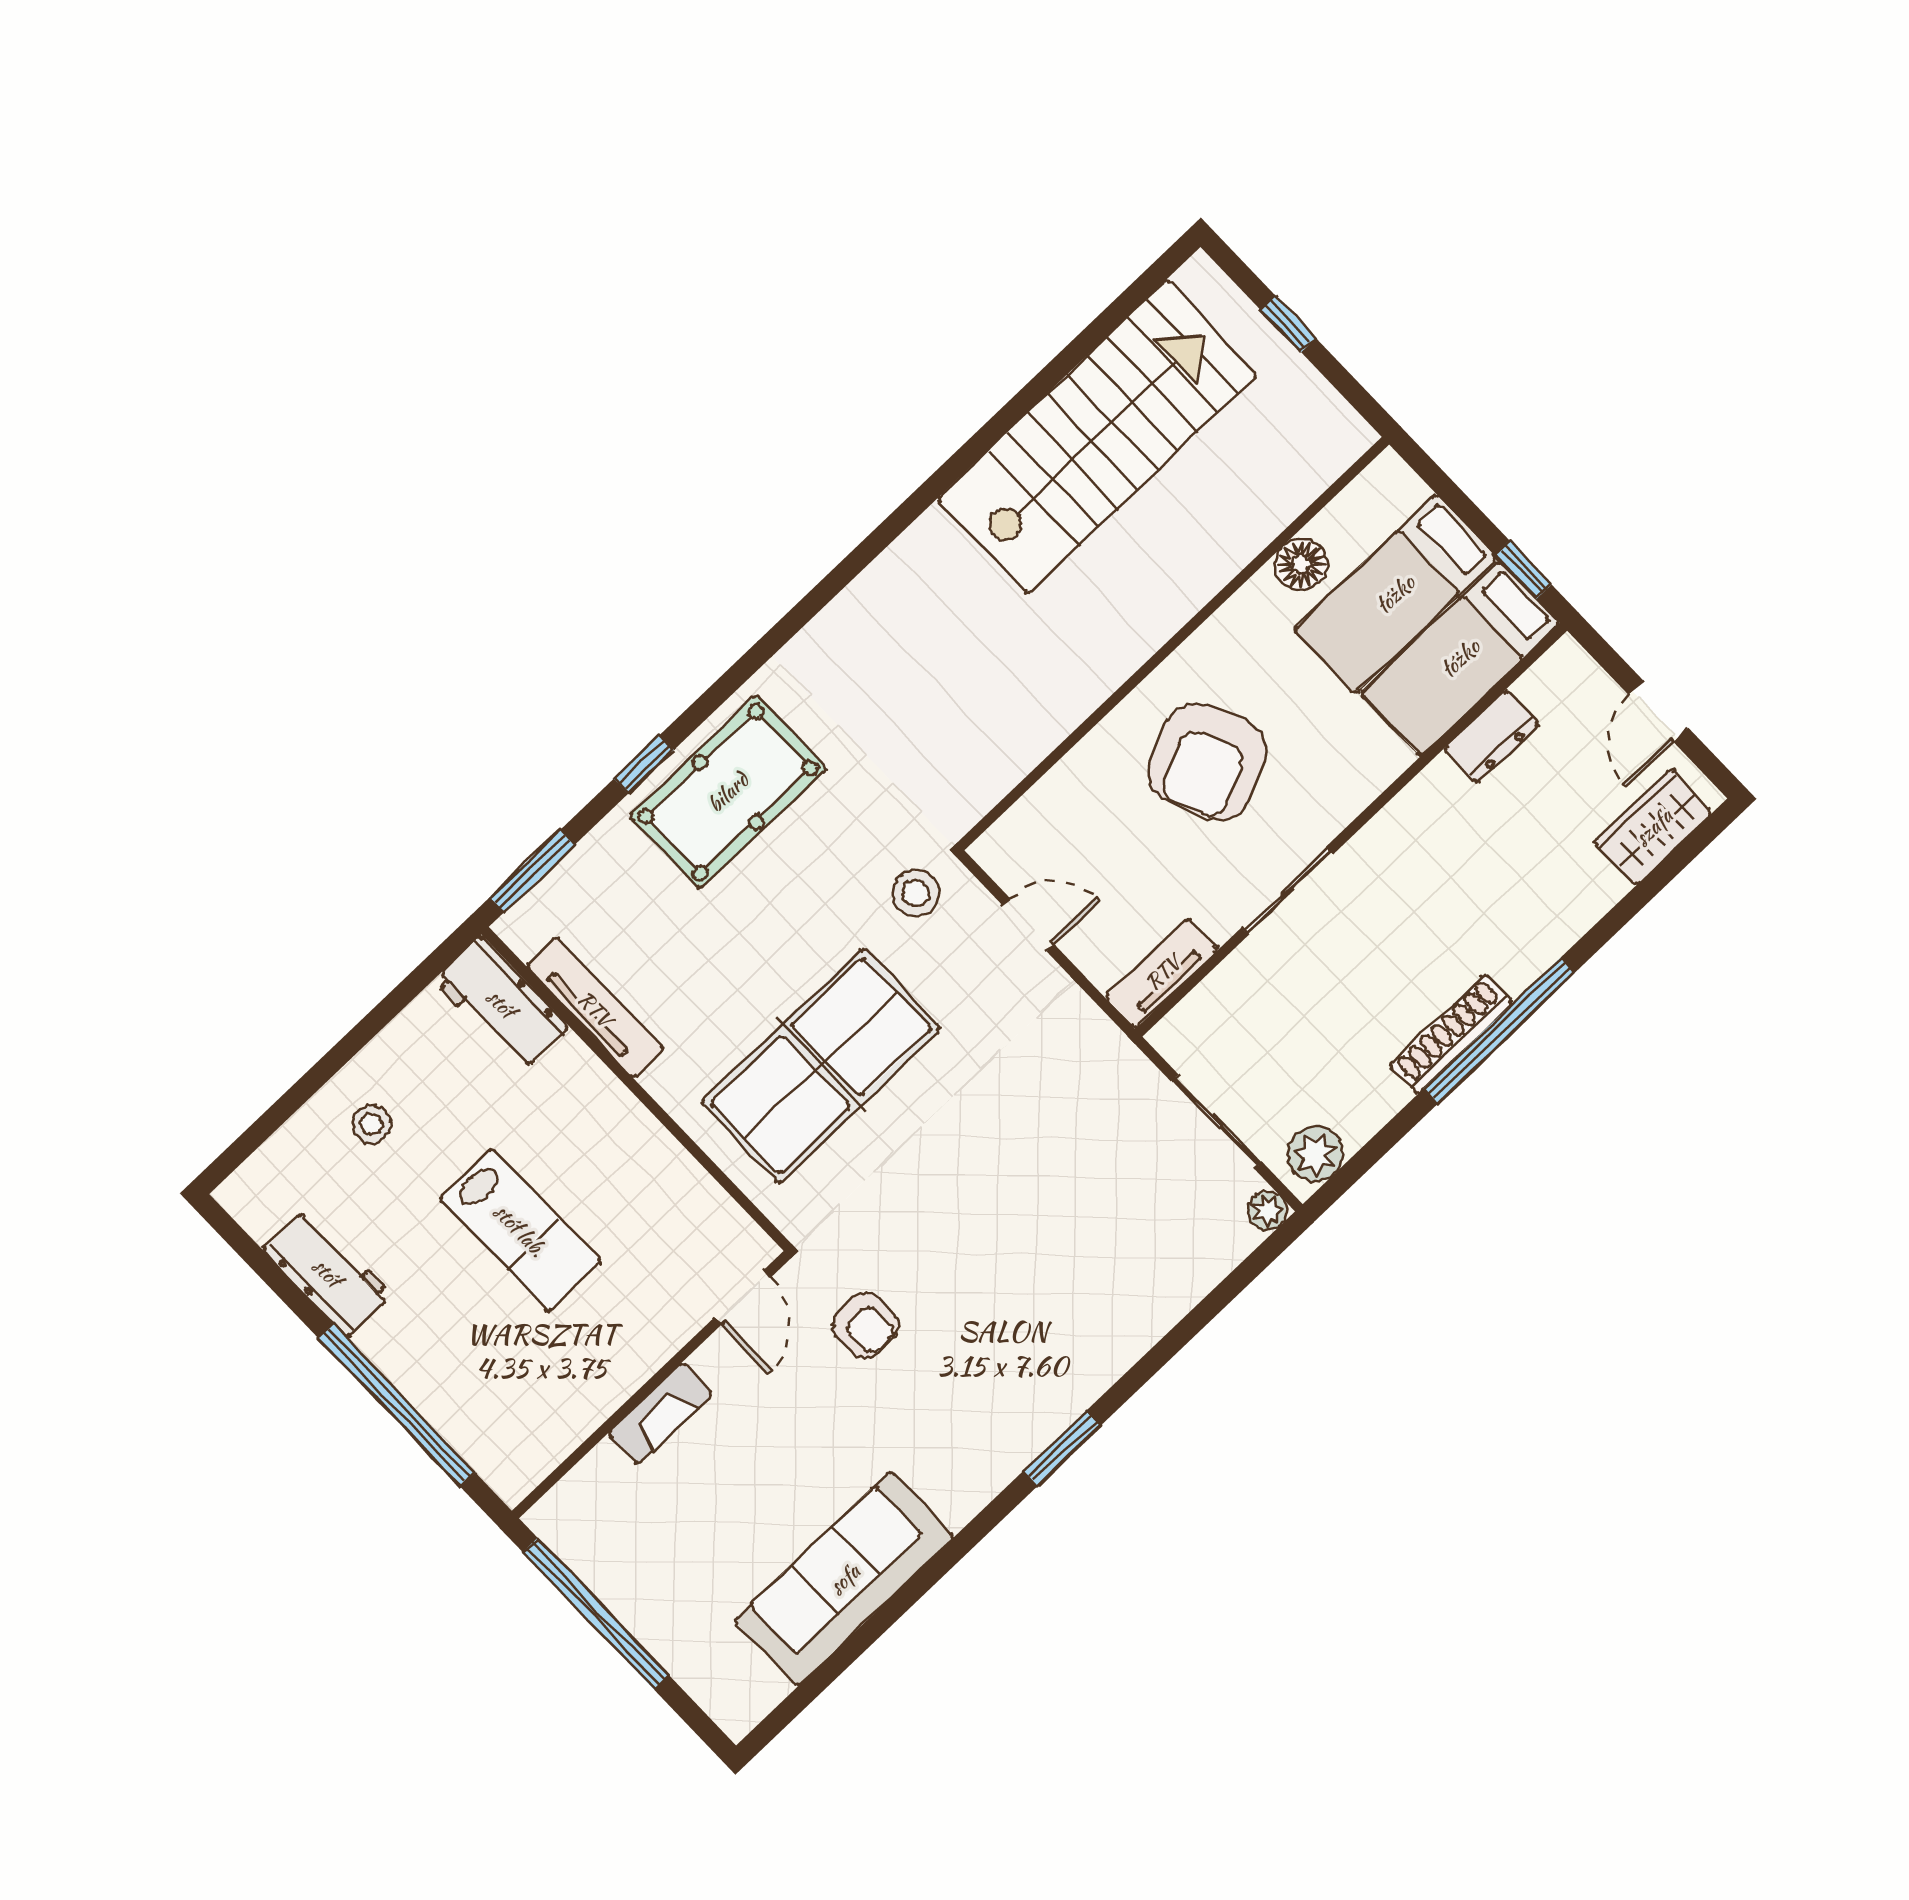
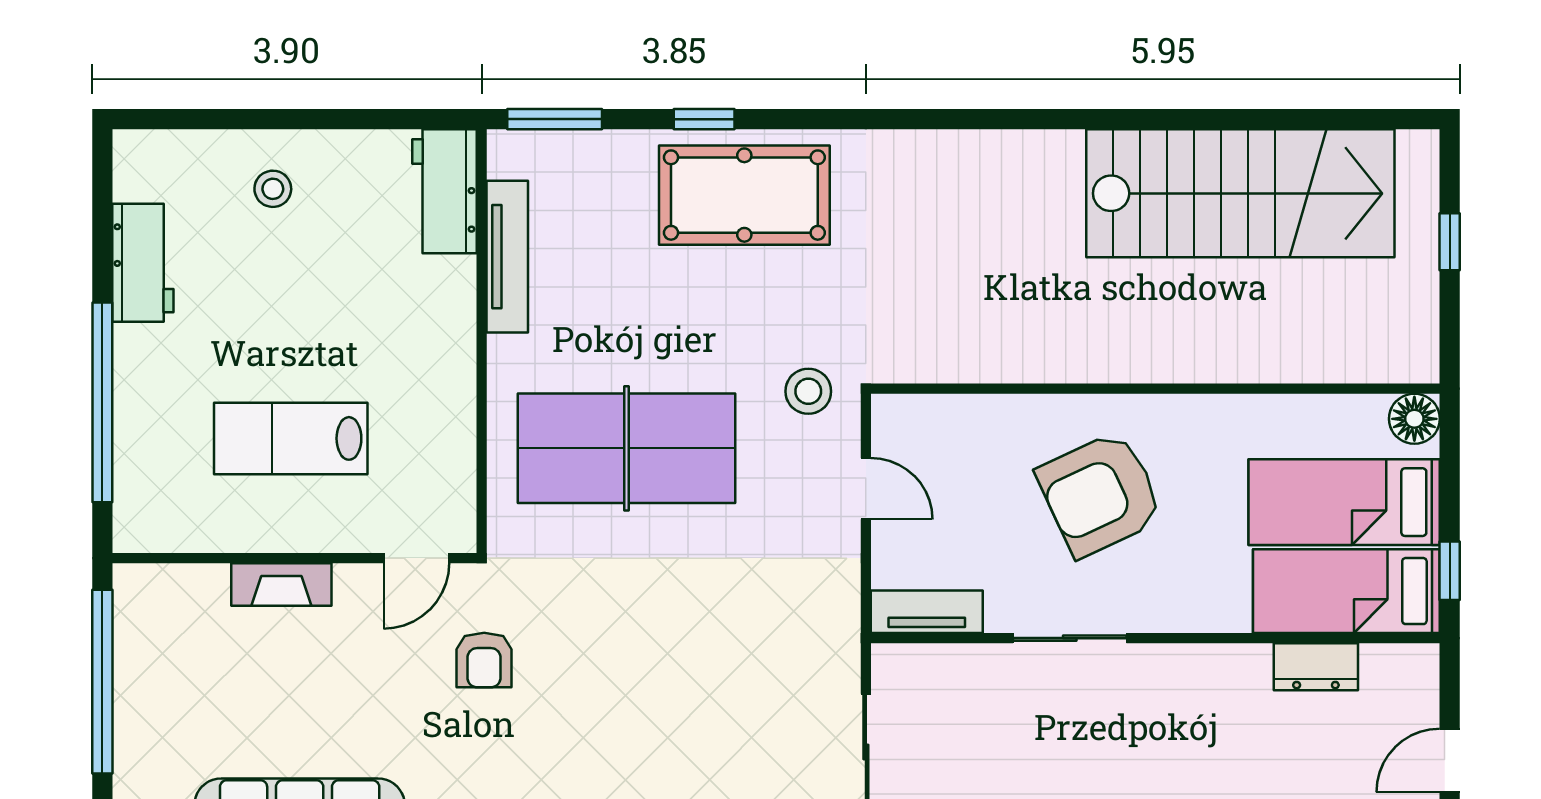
floor lamp: (1301, 564) -> (1414, 419), moved
lab bench: (520, 1230) -> (291, 438), moved, turned 90

